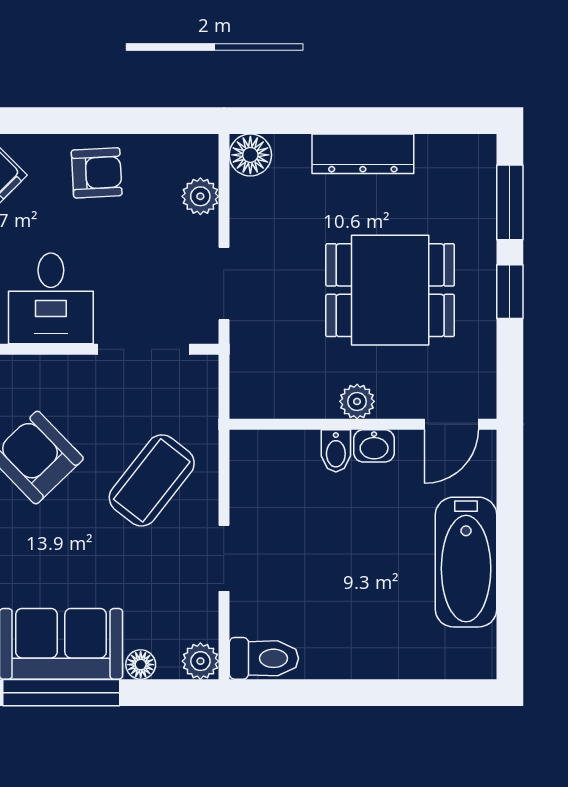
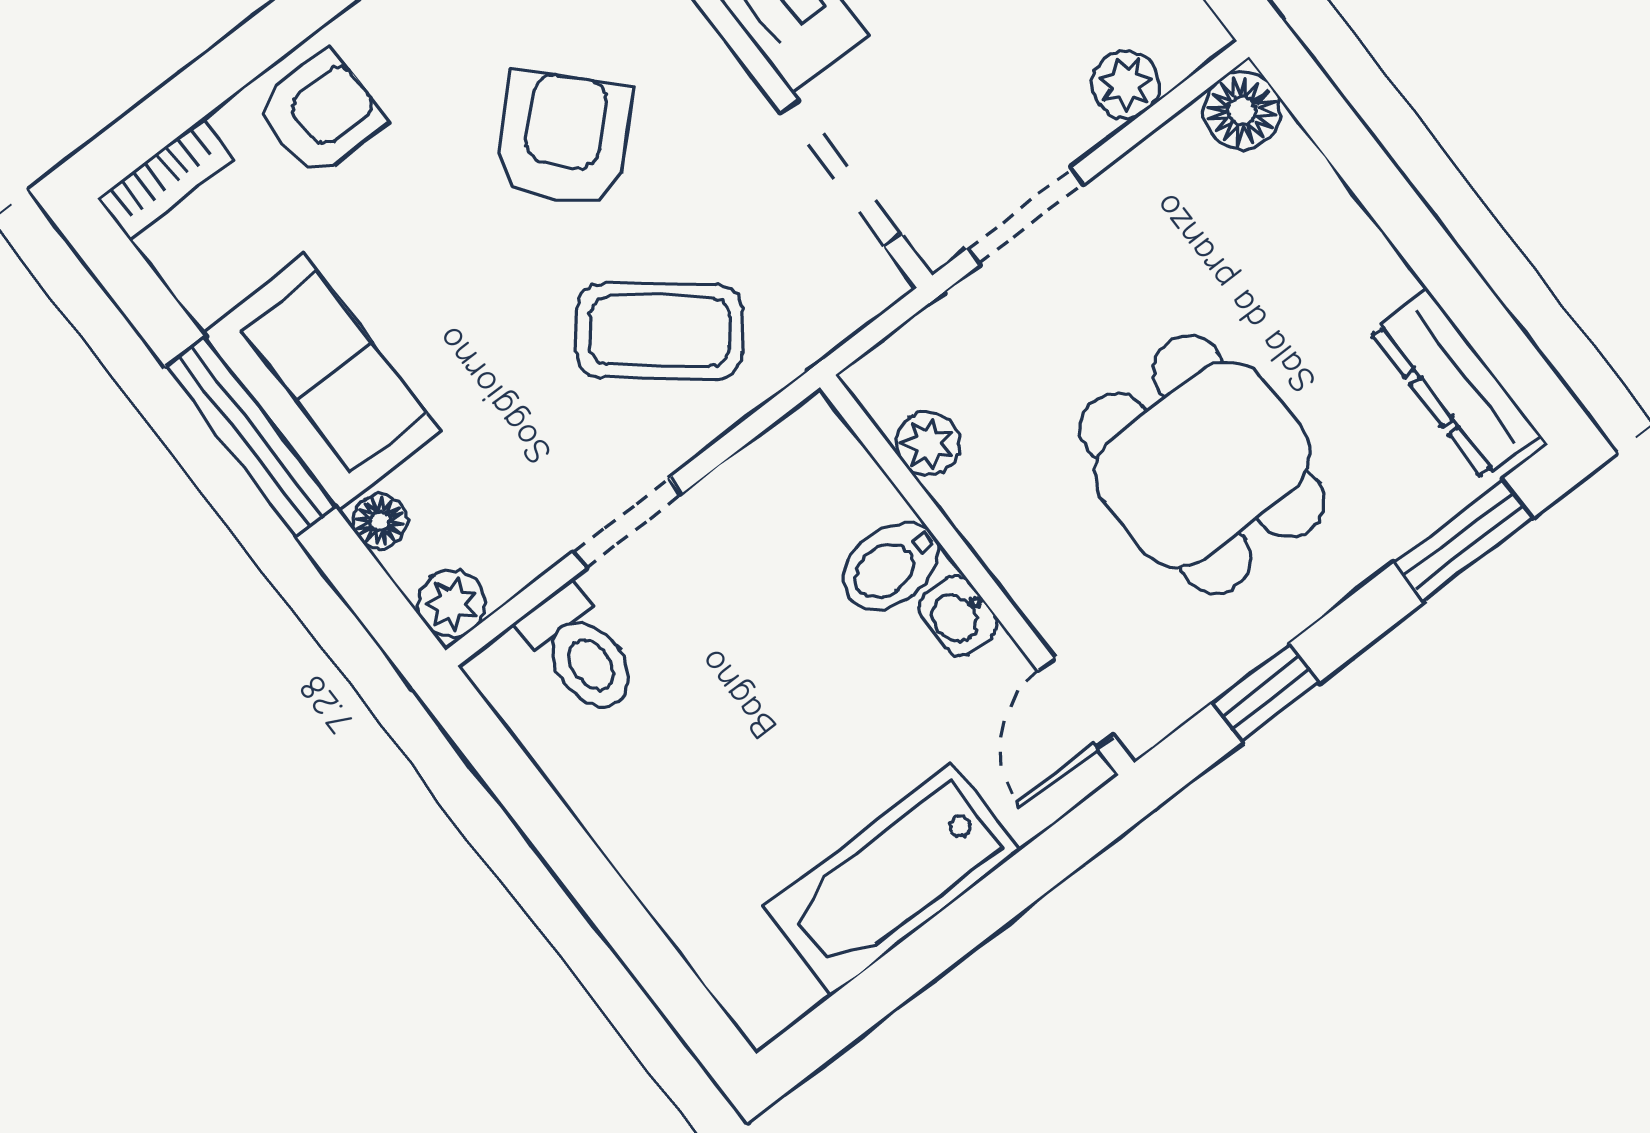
dresser: (363, 154) -> (1455, 384), moved
window: (510, 292) -> (1265, 693), moved
plant: (357, 401) -> (928, 444), moved
door: (451, 424) -> (1076, 703), hinge flipped
bidet: (336, 451) -> (891, 566), width x1.38, depth x1.36
toilet: (264, 658) -> (580, 651), moved

